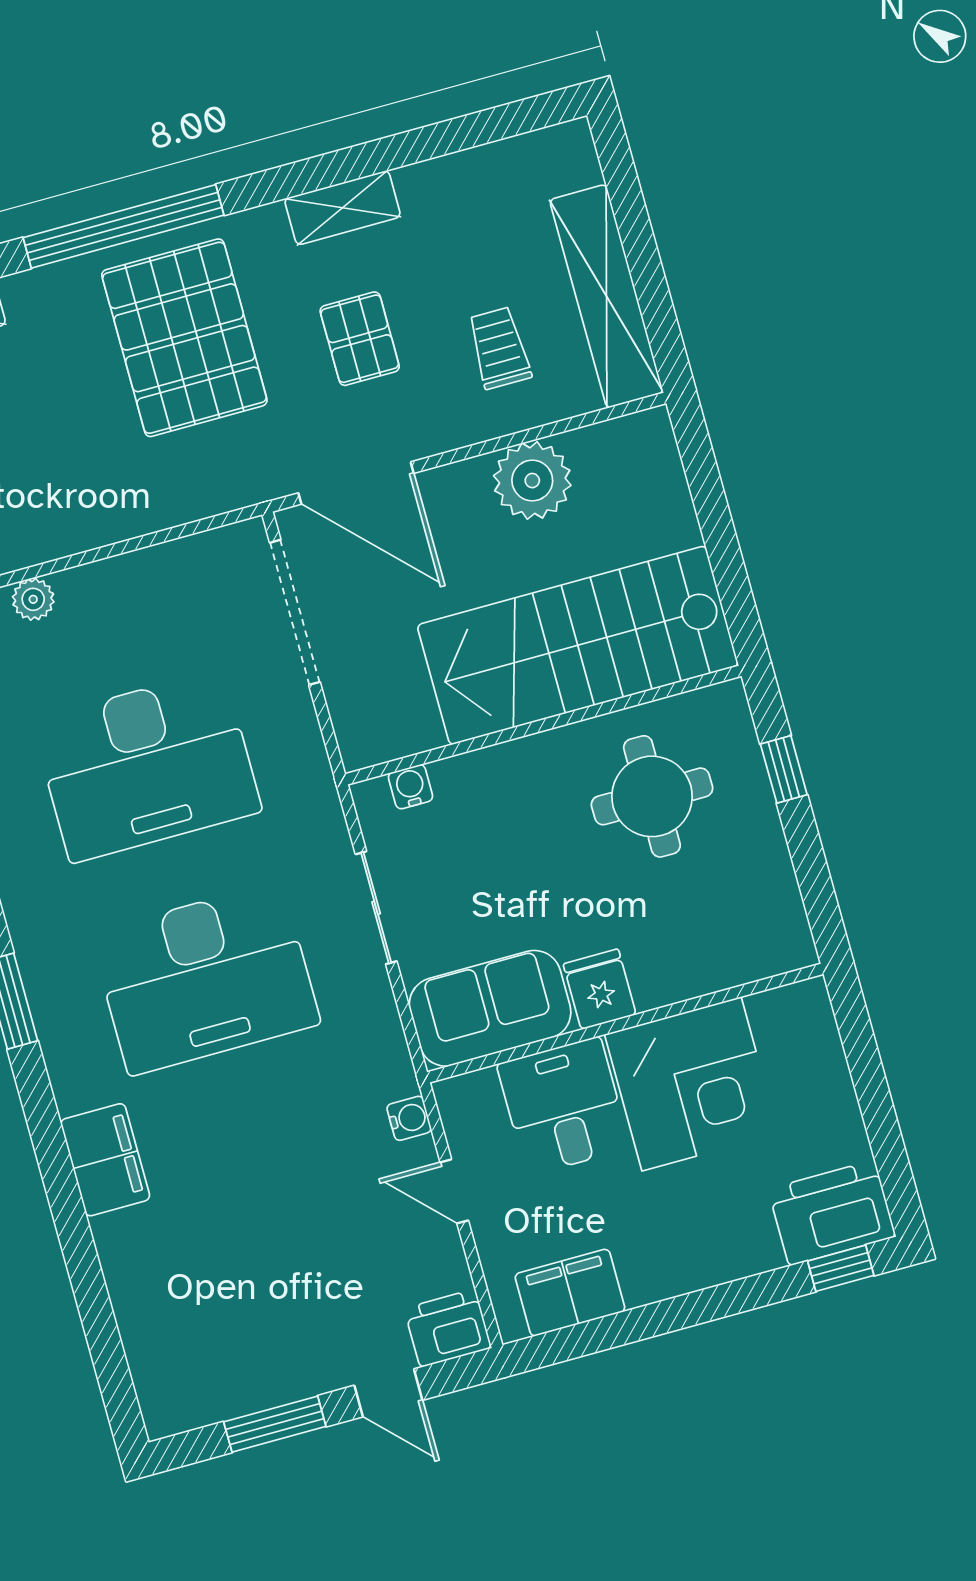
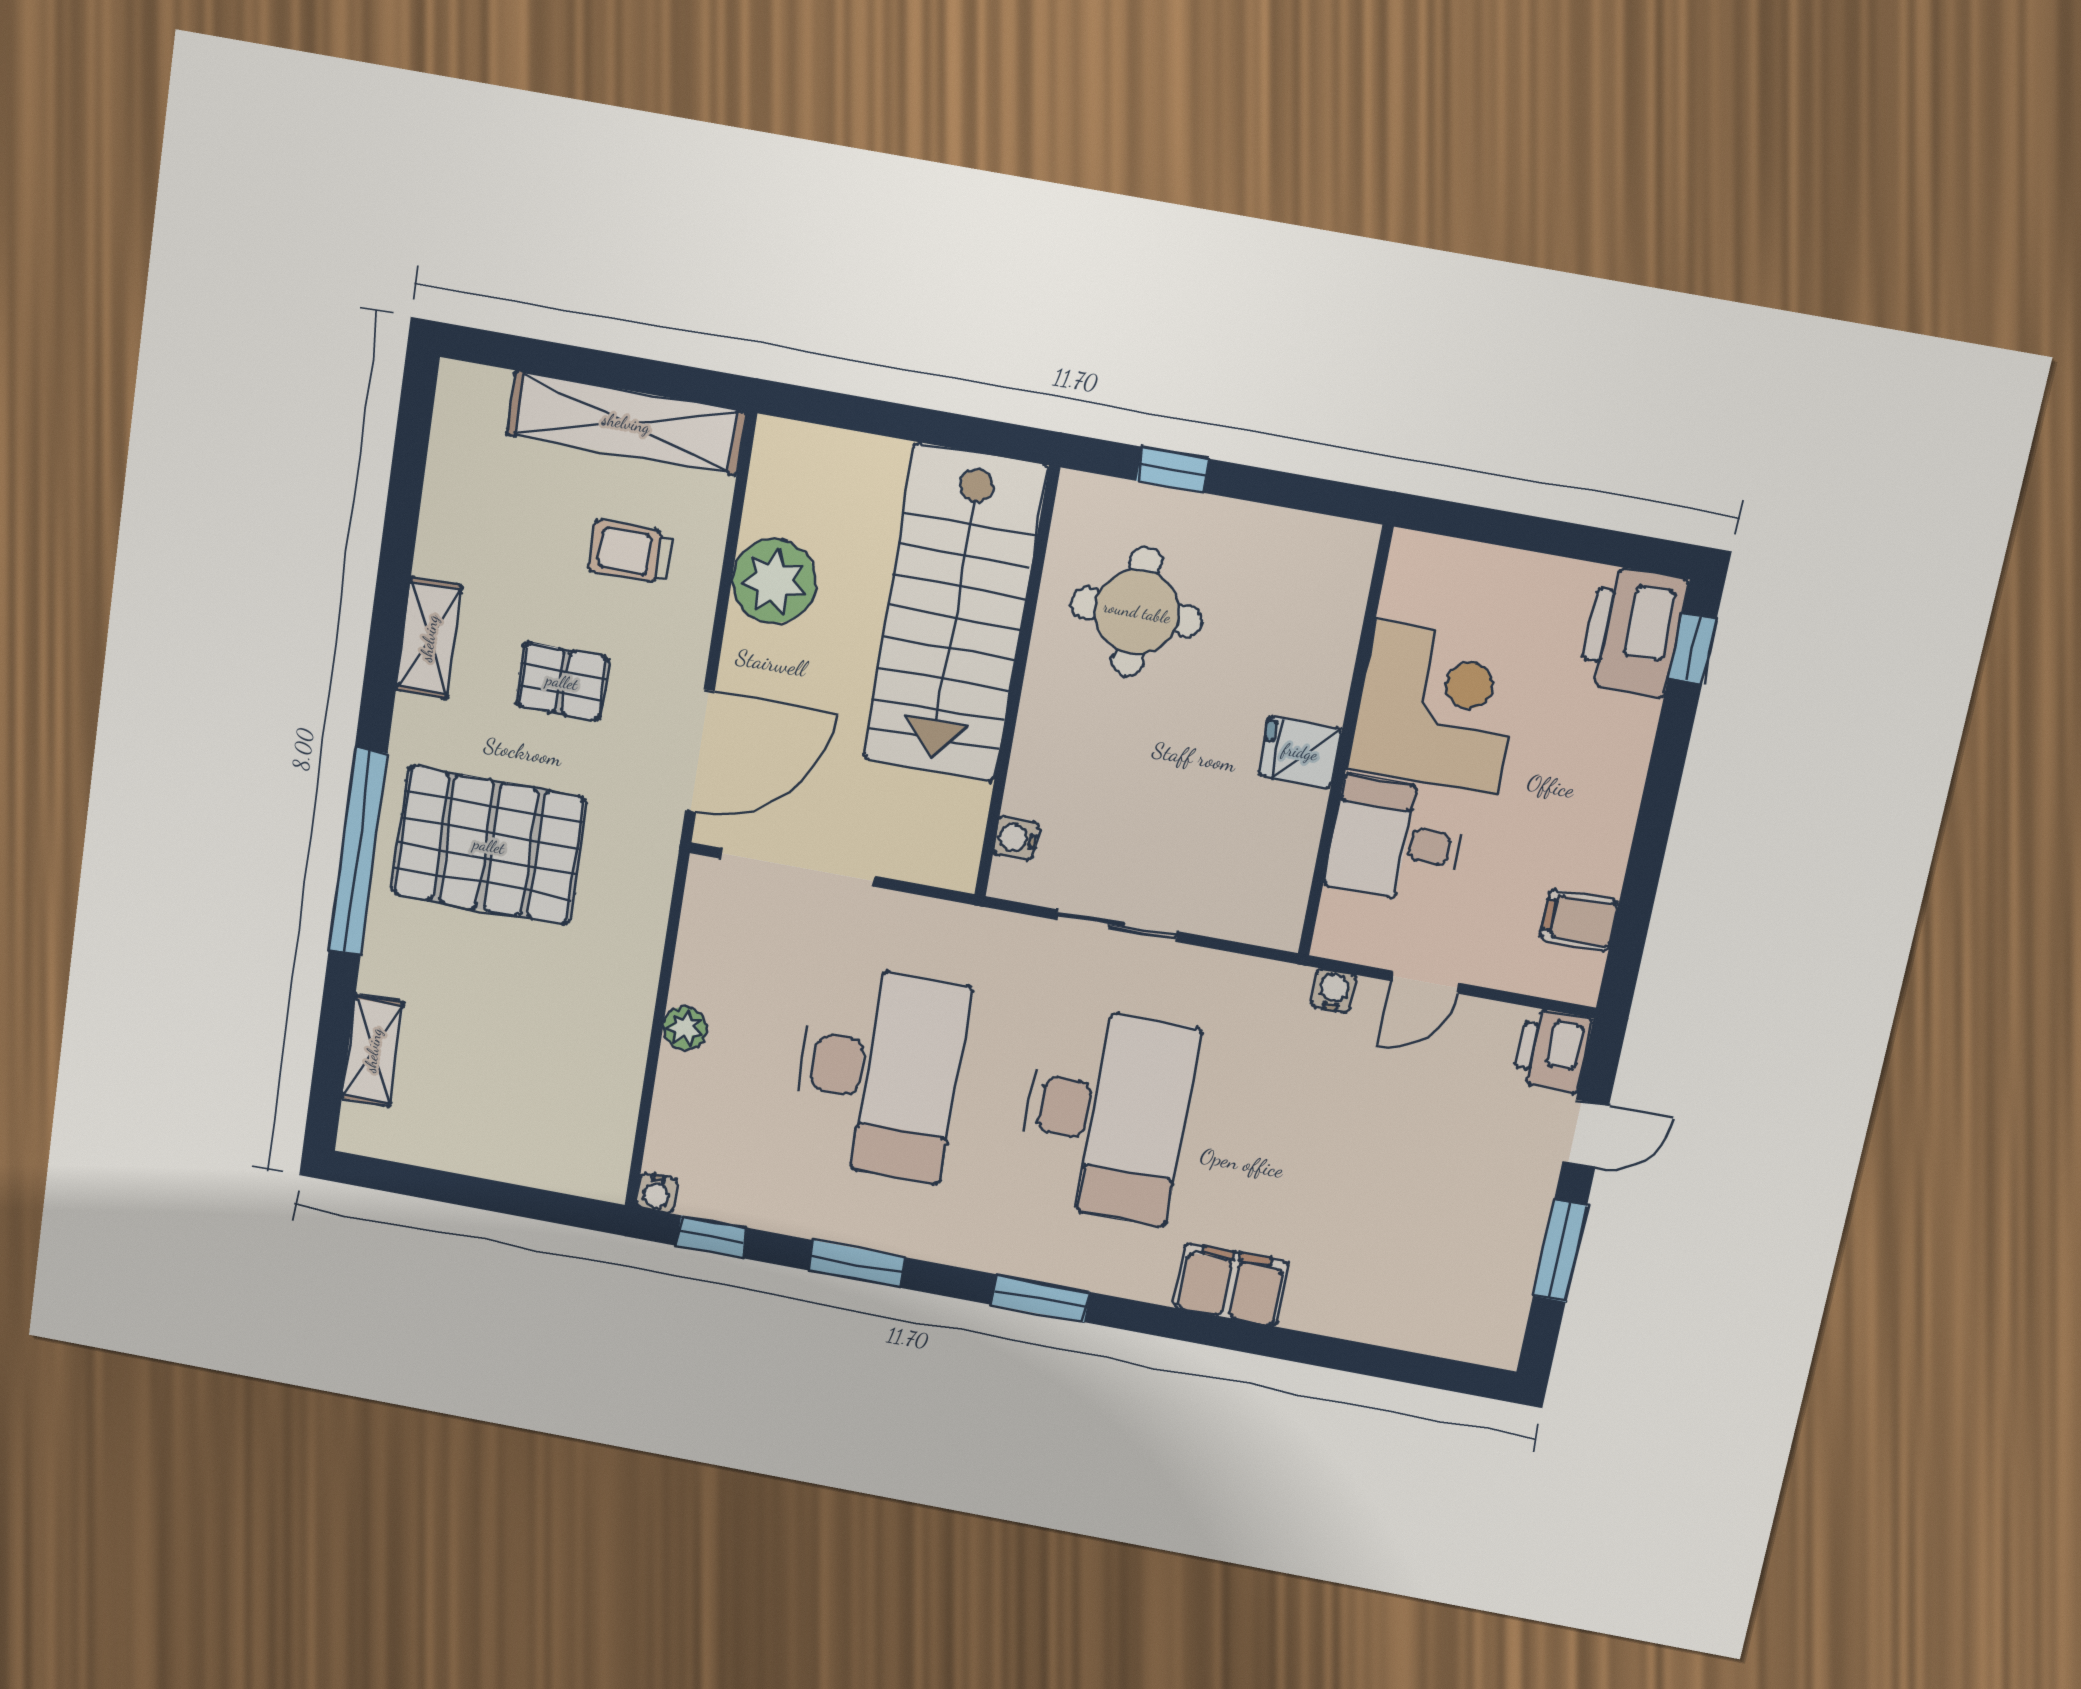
plant: (33, 599) -> (685, 1028), moved
sofa: (490, 1008) -> (1266, 865), removed
filing cabinet: (570, 1293) -> (1579, 920), width x0.50

